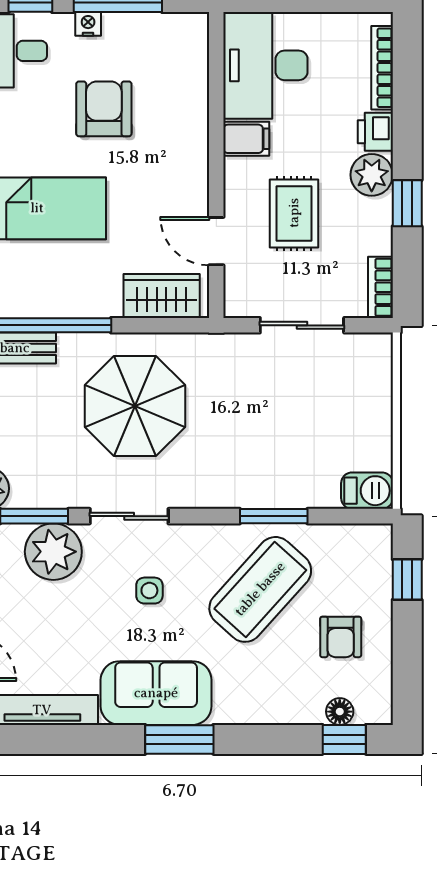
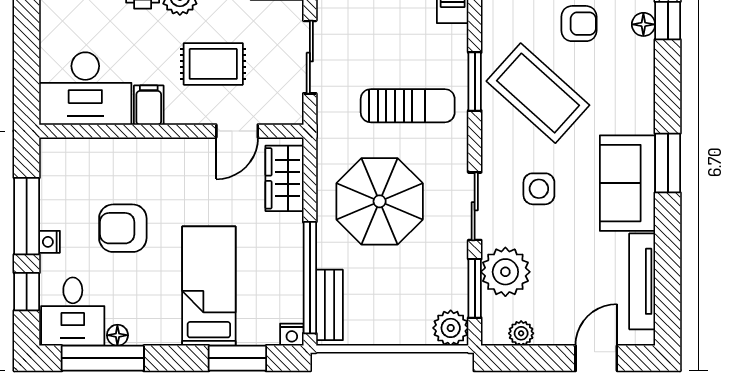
sun lounger: (246, 439) -> (408, 106), added
side table: (149, 591) -> (539, 189), width x1.37, depth x1.37

